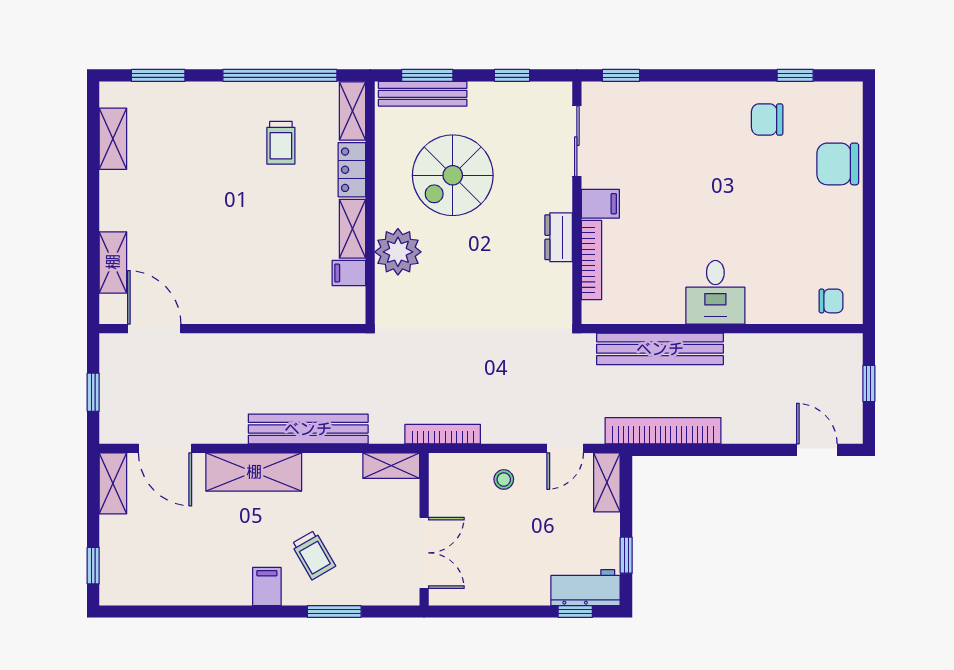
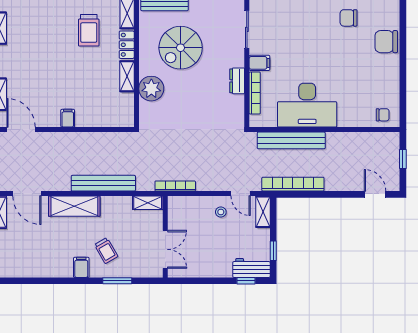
trolley: (281, 143) -> (89, 30), width x1.36, depth x1.39
filing cabinet: (349, 273) -> (68, 118), moved, turned 90
desk: (715, 292) -> (307, 105), width x1.87, depth x1.30
door: (565, 448) -> (241, 194), hinge flipped
stool: (504, 479) -> (221, 212), moved

